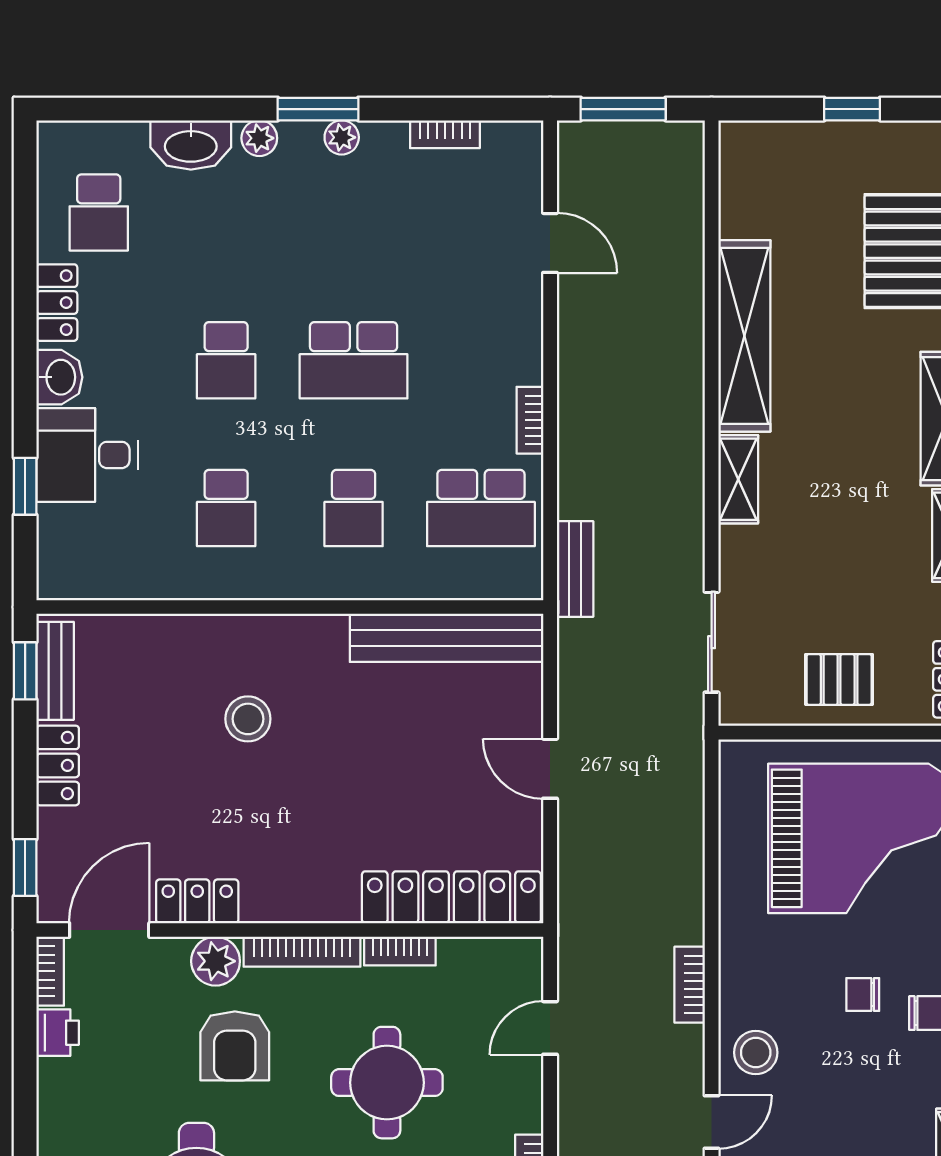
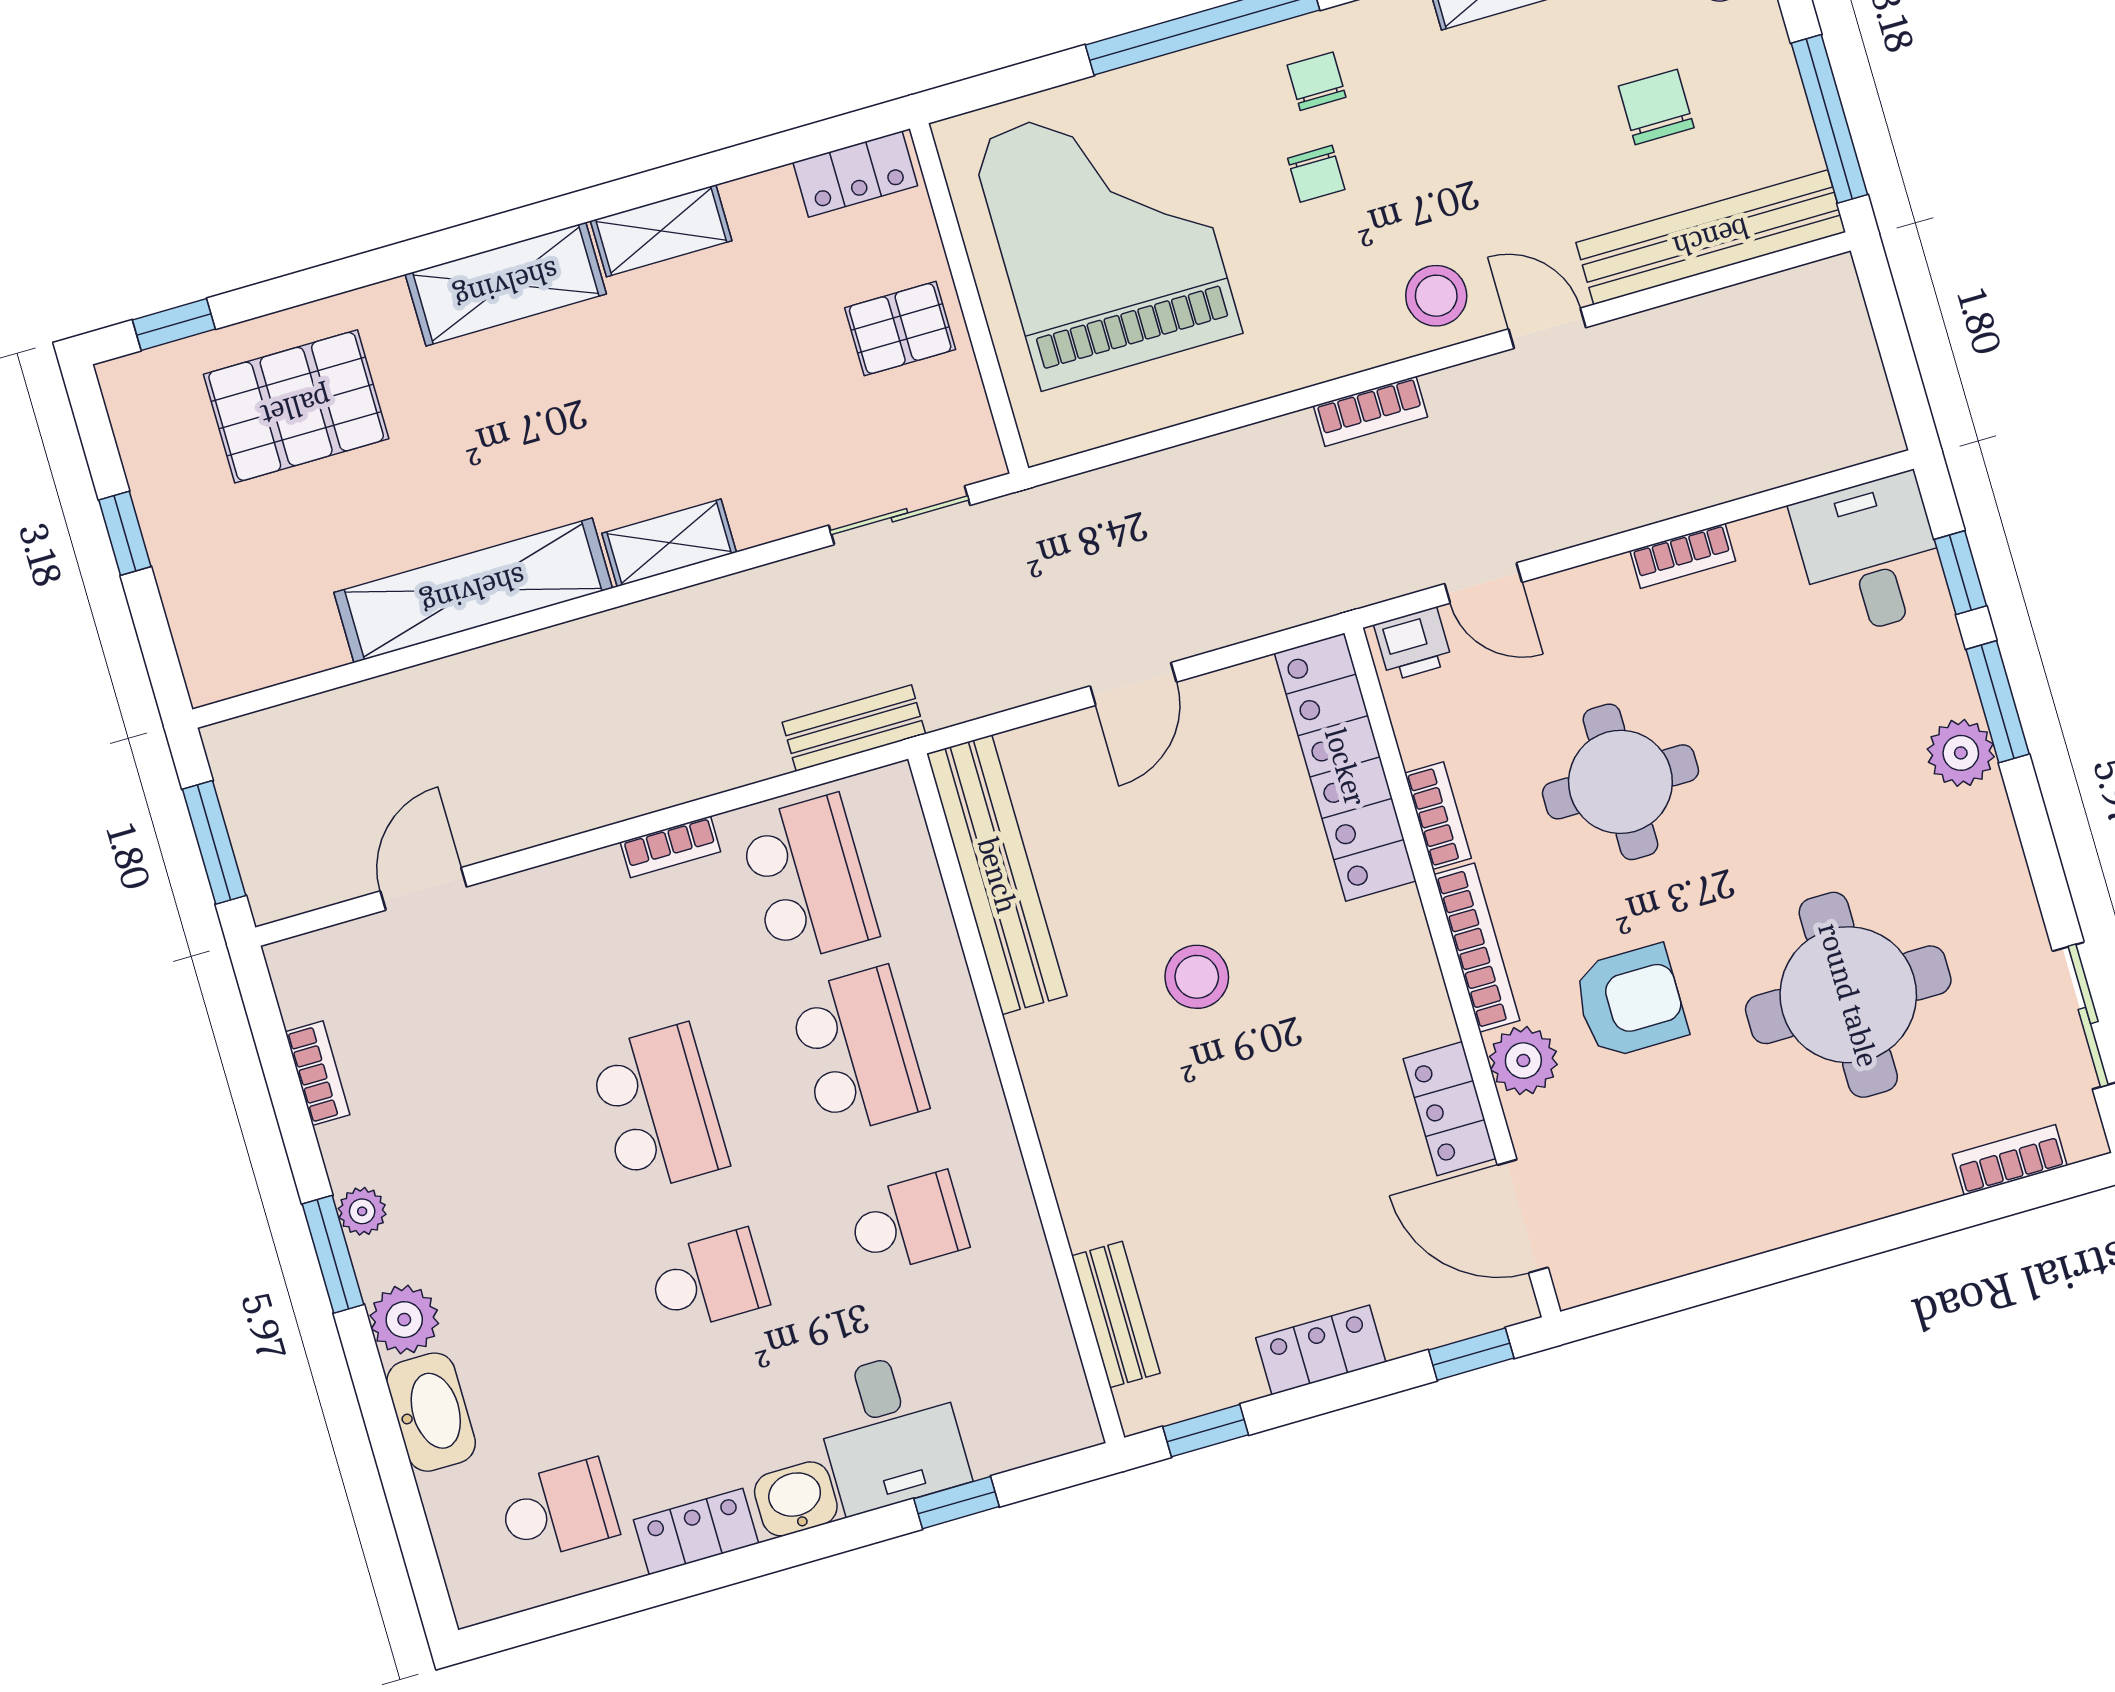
plant: (259, 138) -> (404, 1320), width x1.38, depth x1.38
school desk: (354, 508) -> (858, 1051), width x1.85
bench: (55, 671) -> (1116, 1314), moved, turned 90
pallet: (839, 679) -> (900, 329), turned 90
stool: (248, 719) -> (1197, 977), moved
bookcase: (50, 971) -> (1601, 1280), removed
printer: (58, 1033) -> (1413, 644), moved, turned 180

